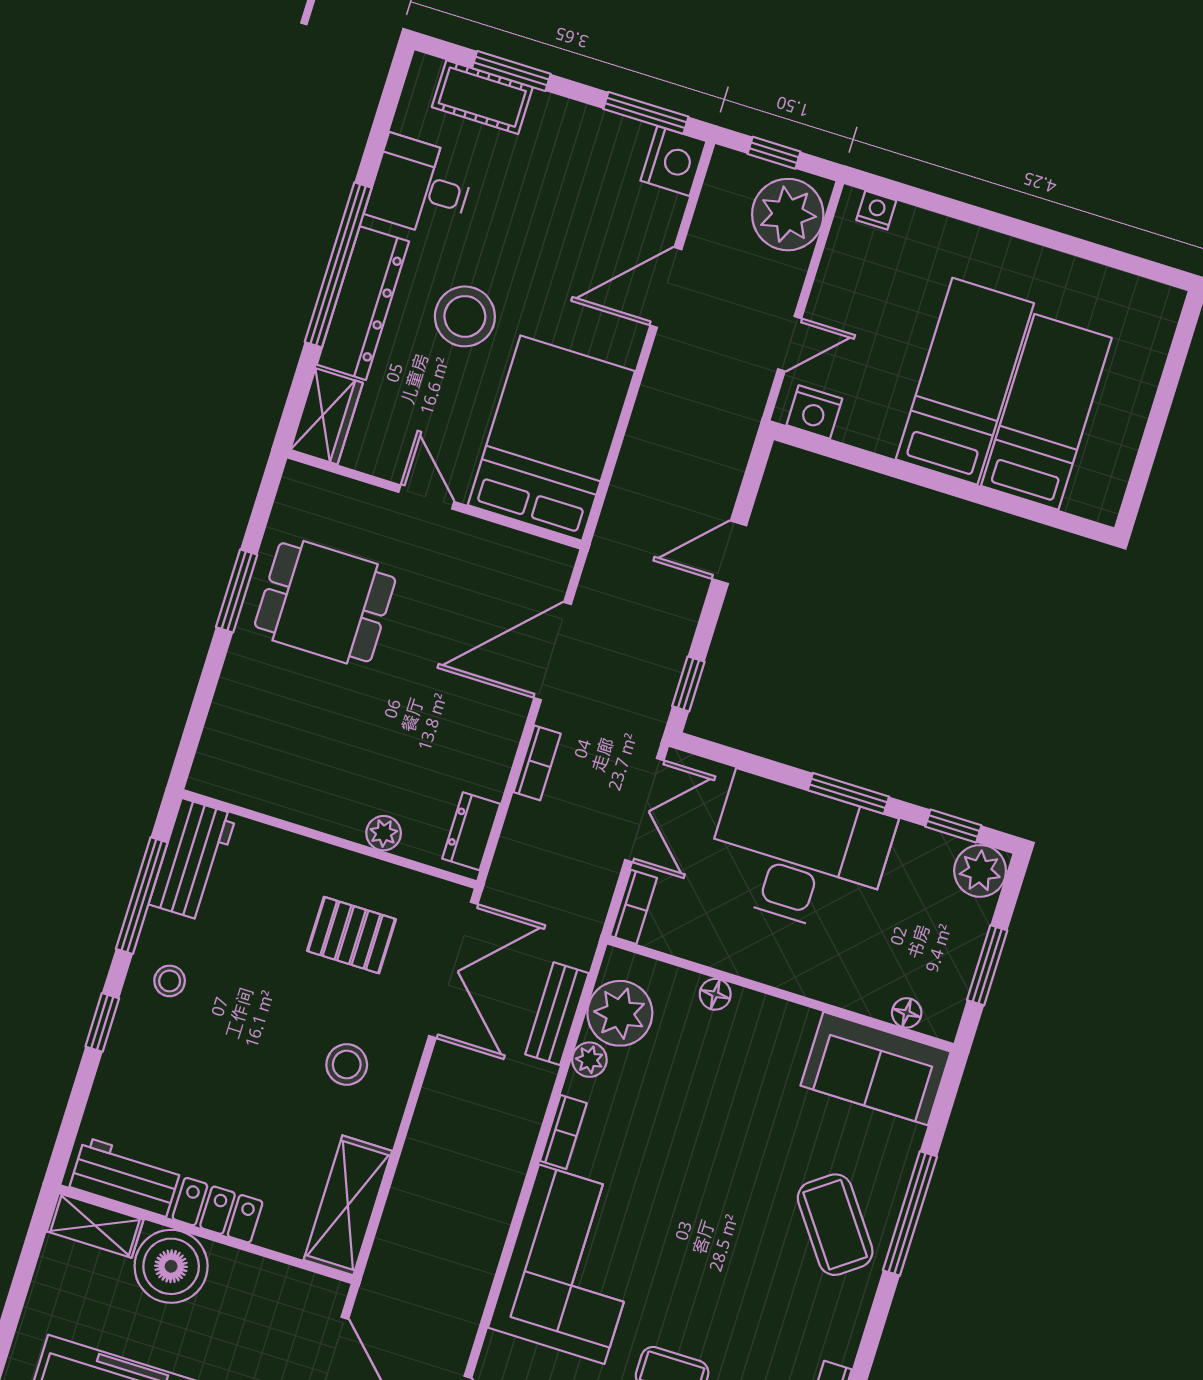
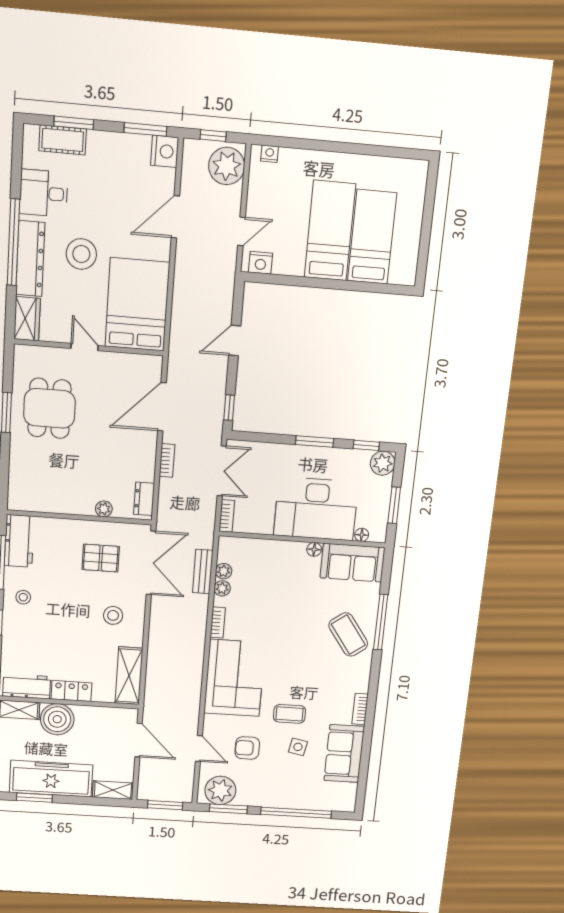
dining table: (325, 602) -> (49, 408), turned 90
desk: (799, 854) -> (316, 509), moved, turned 180
floor lamp: (715, 994) -> (314, 549), moved
plant: (620, 1013) -> (224, 571), width x0.53, depth x0.53

